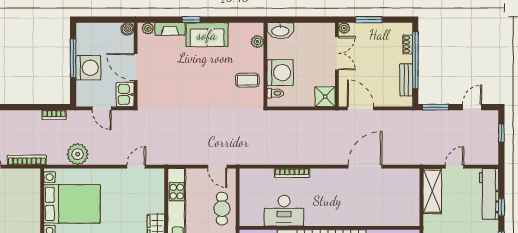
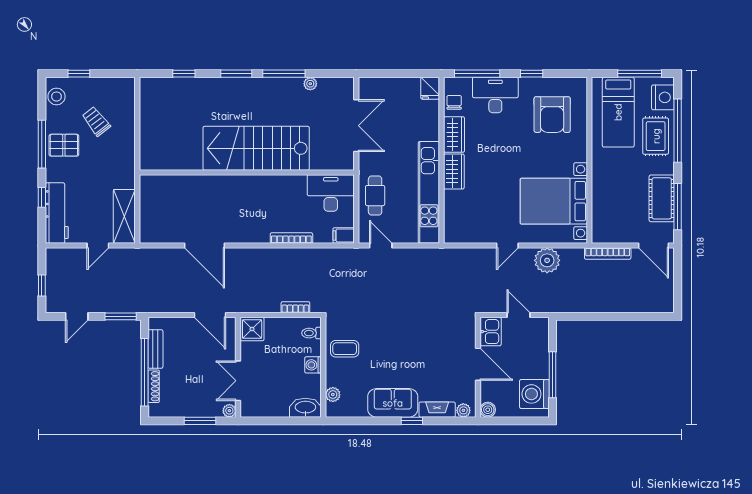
shoe rack: (408, 44) -> (154, 386), width x1.43
washing machine: (88, 68) -> (534, 394), moved
washing machine: (280, 73) -> (313, 365), width x0.53, depth x0.53
bookcase: (54, 115) -> (295, 307), moved
door: (136, 167) -> (507, 245), moved
door: (365, 167) -> (204, 245), hinge flipped
filing cabinet: (248, 175) -> (344, 235), added
desk: (284, 211) -> (331, 193), moved

